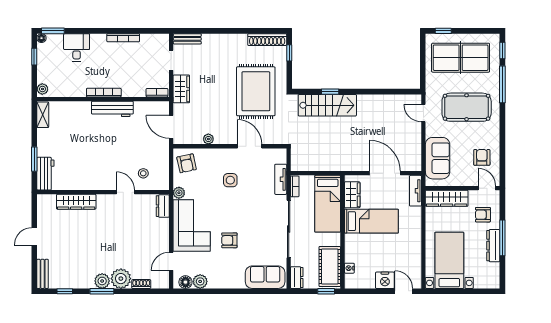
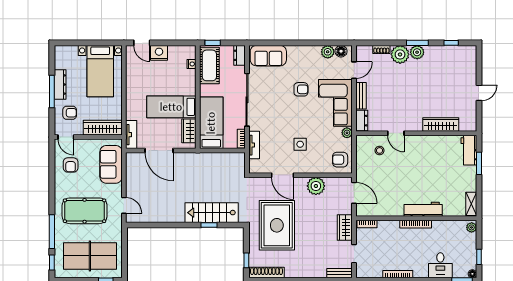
workbench: (112, 109) -> (423, 209), moved
plant: (208, 139) -> (316, 186), width x1.87, depth x1.87
armchair: (187, 163) -> (340, 160), turned -78
bench: (43, 274) -> (361, 96), moved

